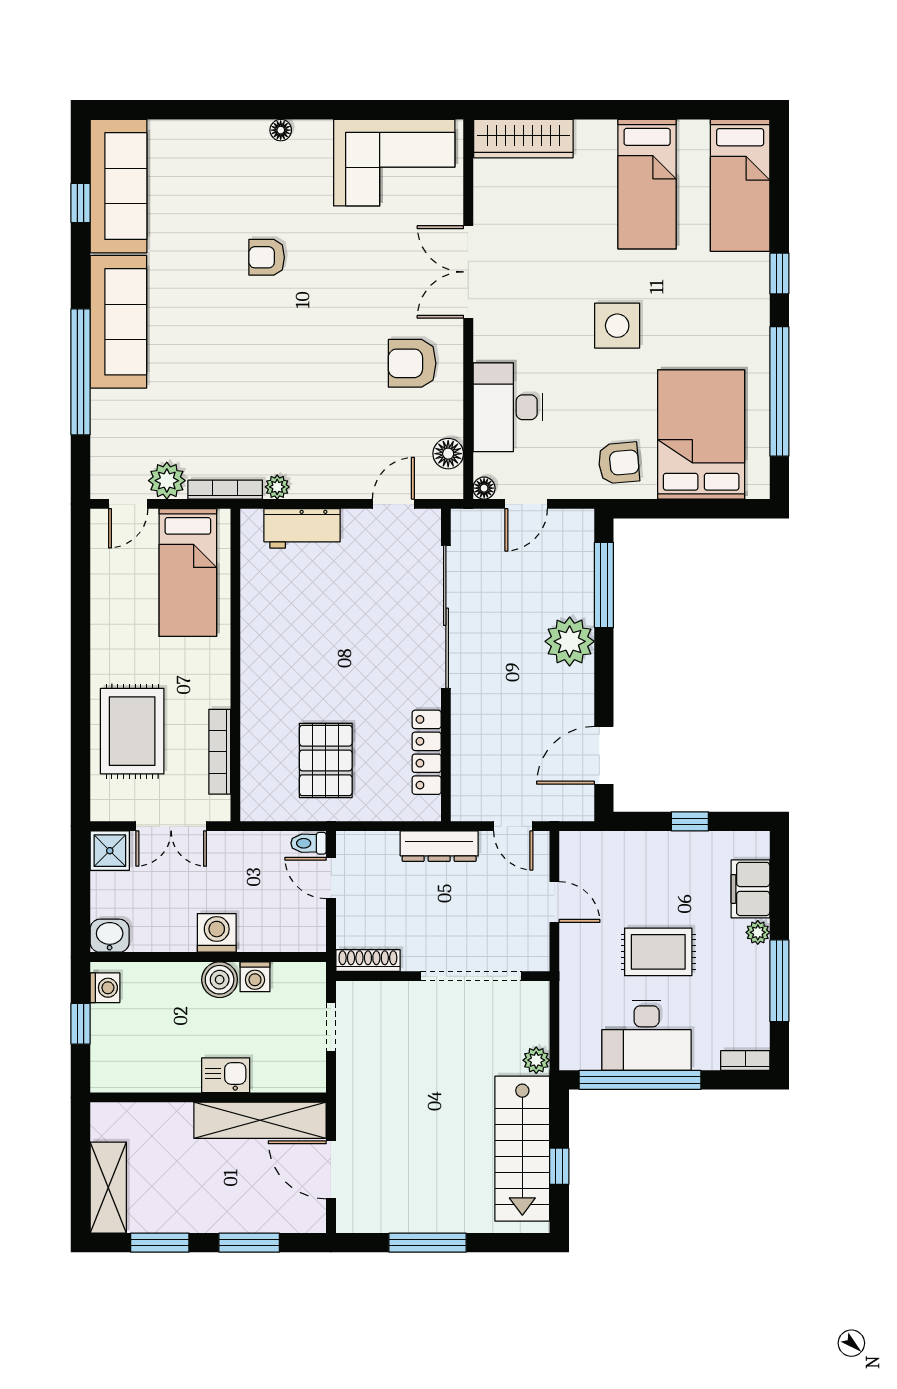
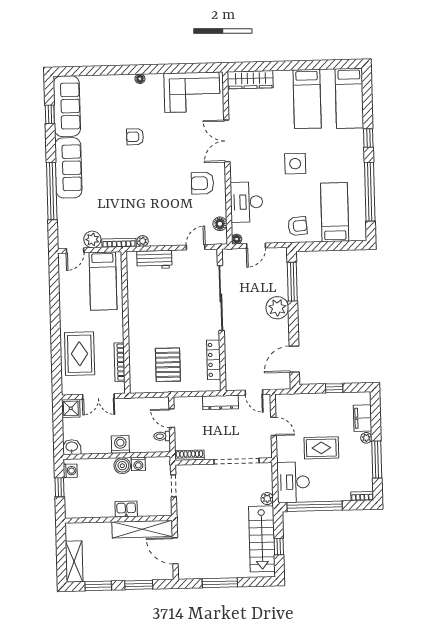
bed: (701, 435) -> (335, 212), width x0.67
toilet: (309, 843) -> (162, 436), moved
desk: (647, 1035) -> (293, 482), moved, turned 90

